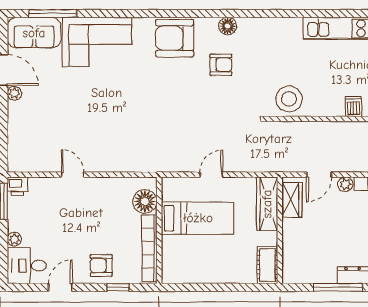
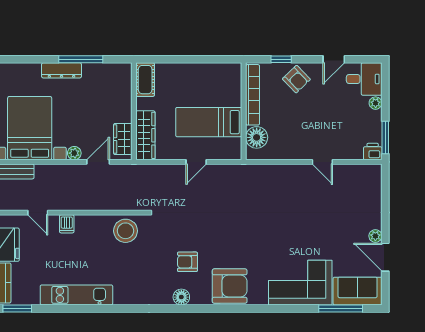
armchair: (101, 265) -> (296, 79), turned 46

